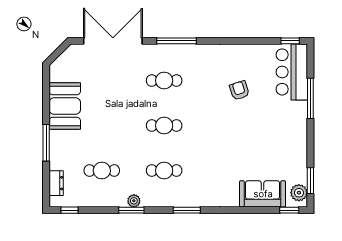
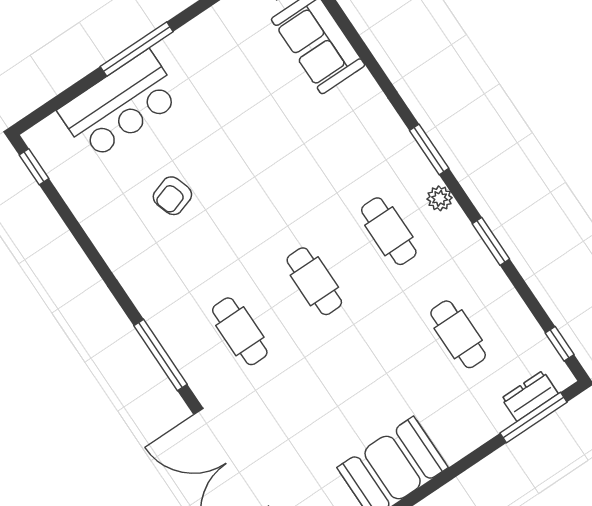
bar counter: (292, 72) -> (120, 105), moved
window: (310, 98) -> (137, 49), moved
window: (46, 143) -> (533, 418), moved
plant: (134, 201) -> (440, 198), moved

